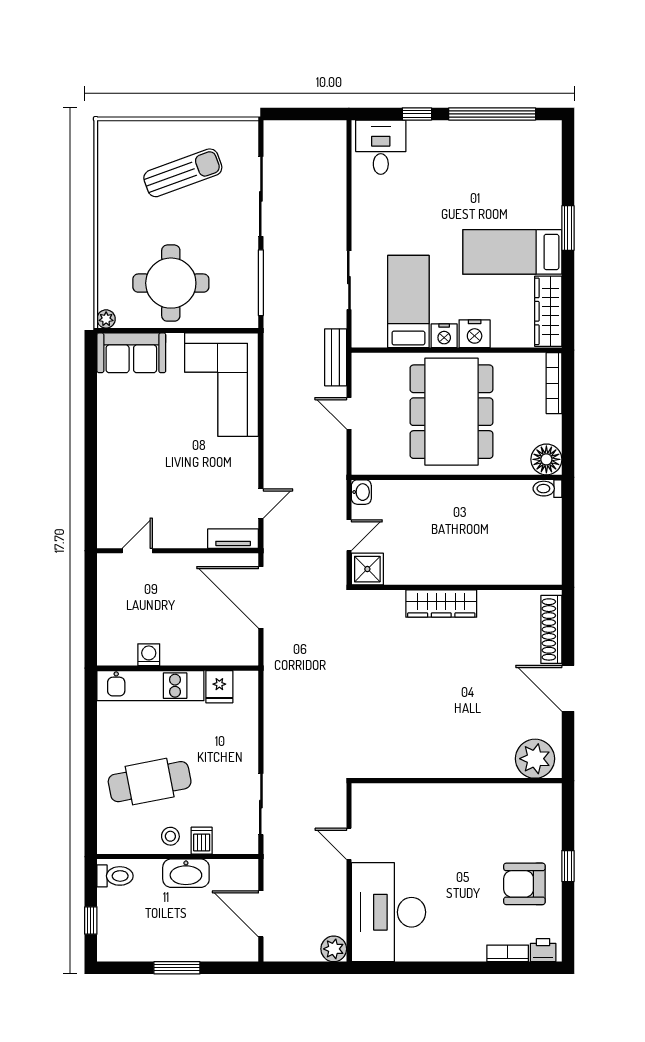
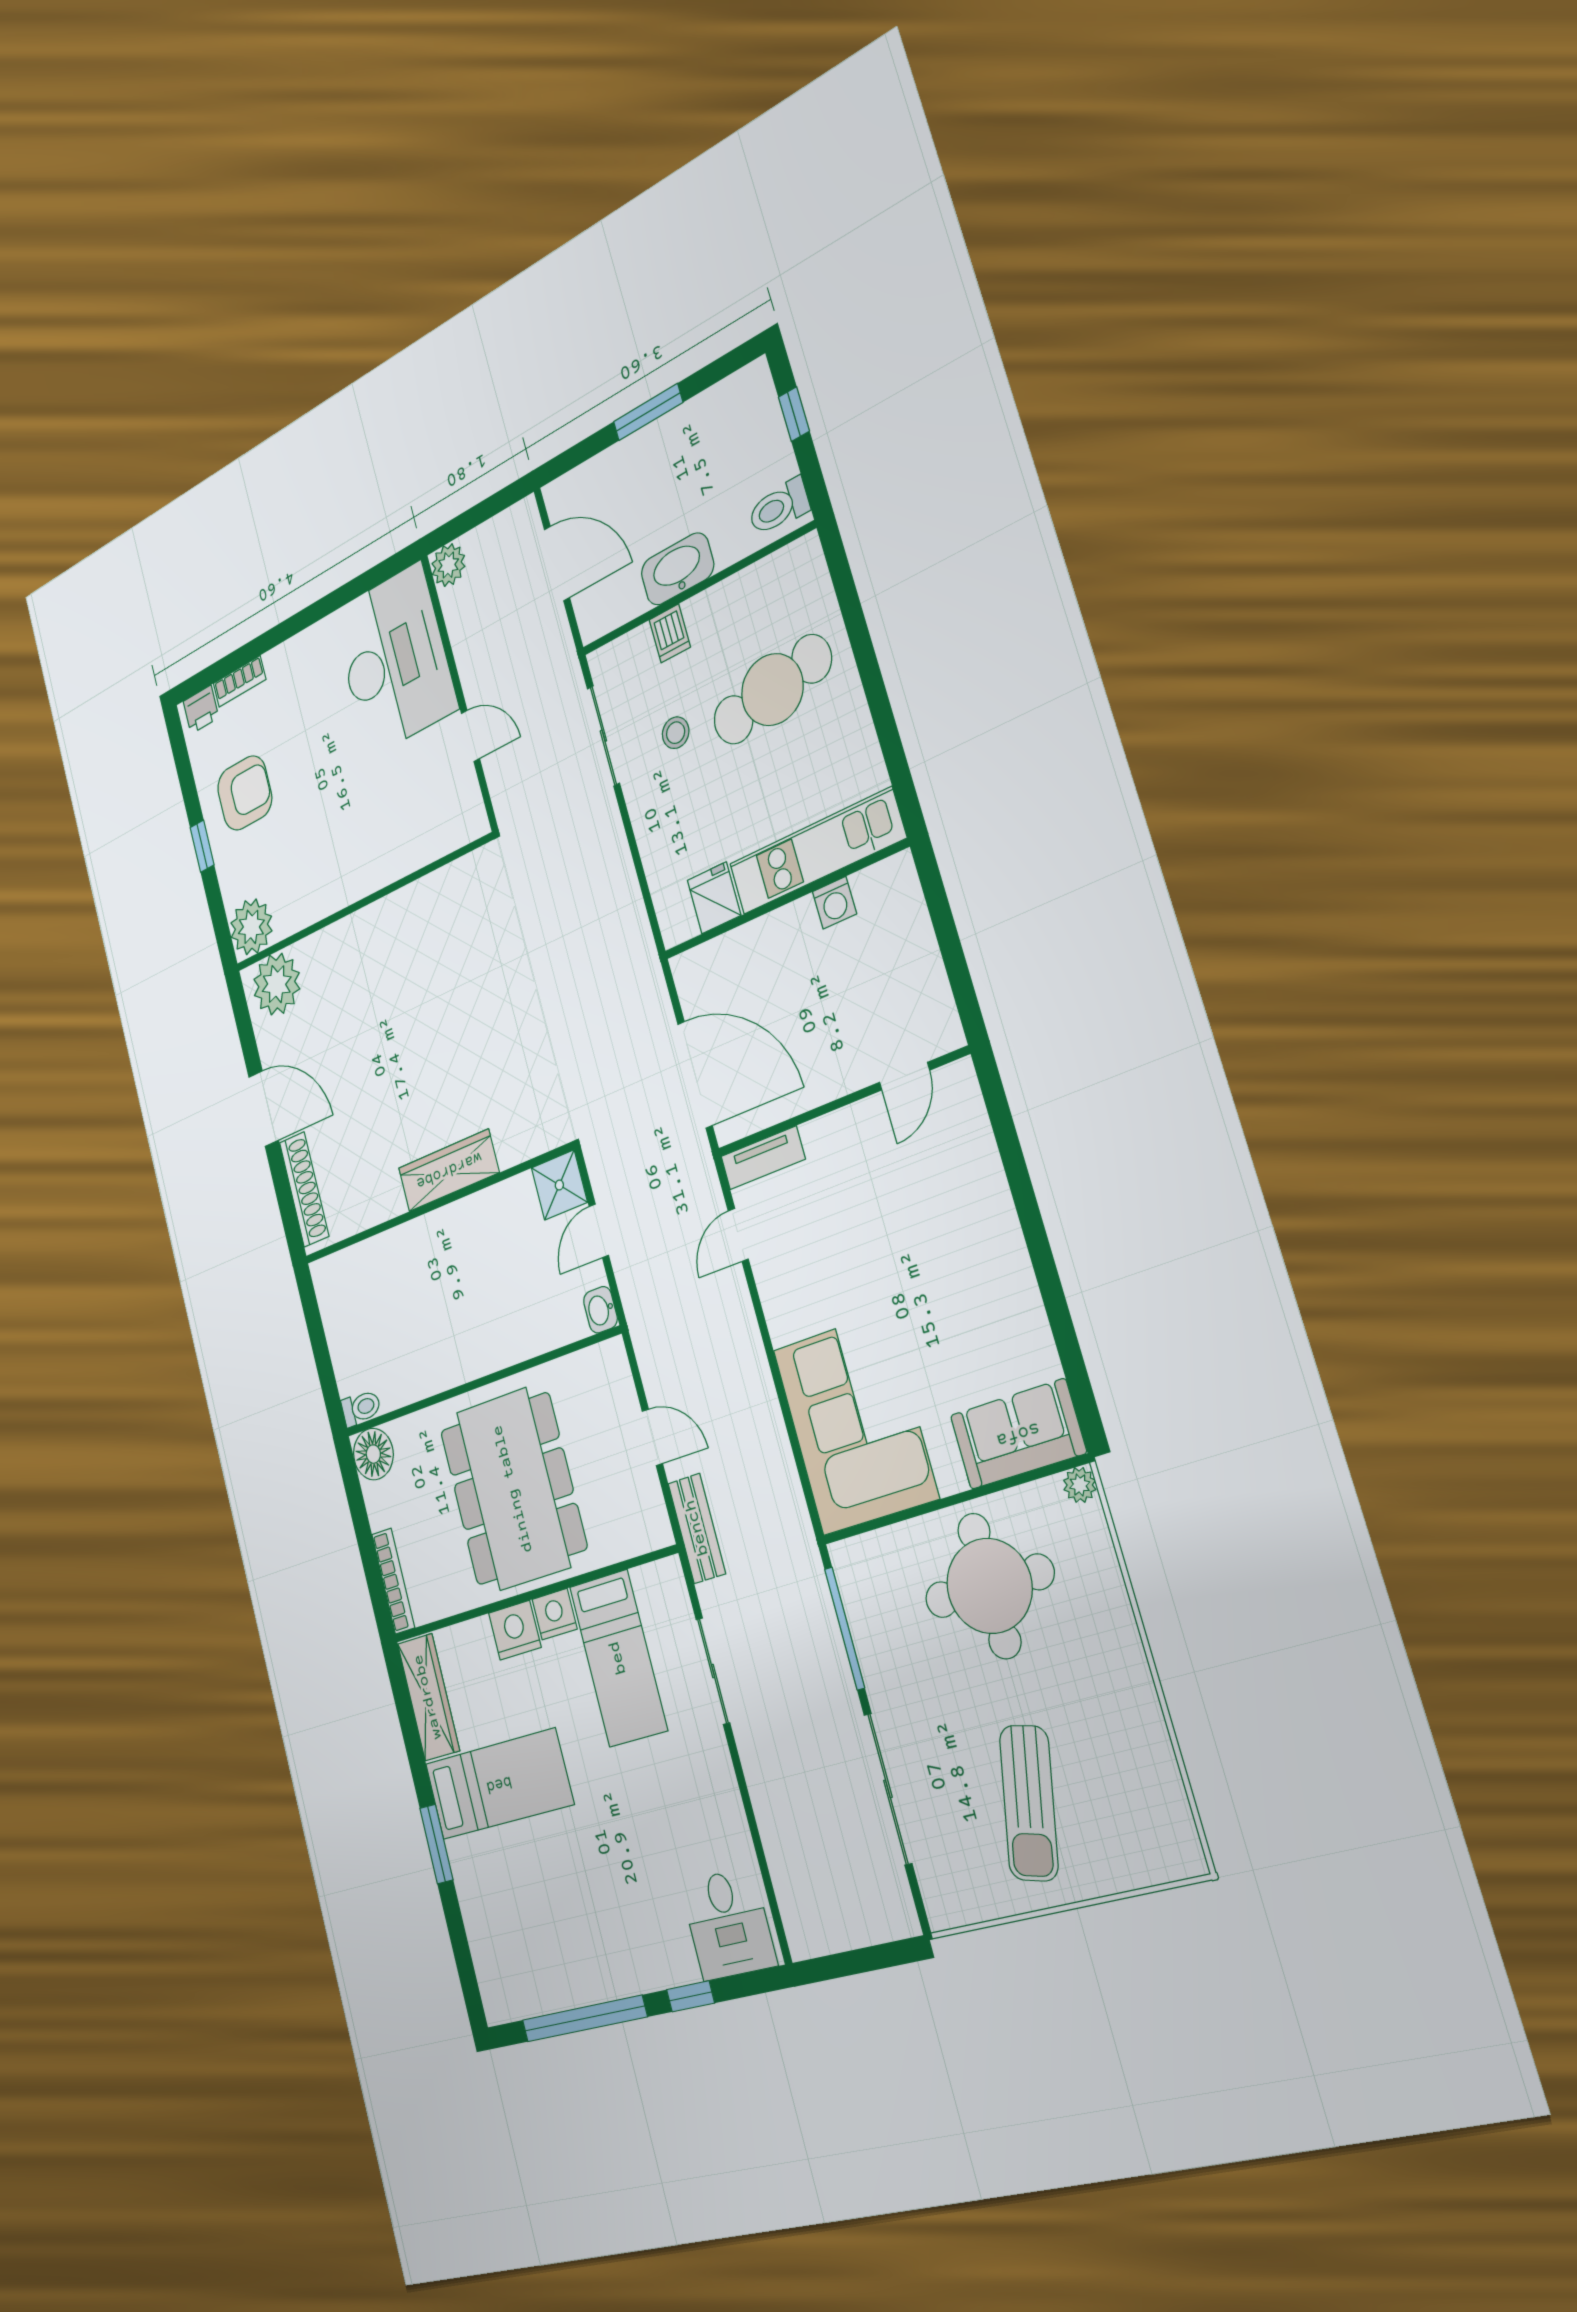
sun lounger: (183, 173) -> (1029, 1803), turned -57
plant: (544, 801) -> (251, 927), added
stool: (170, 836) -> (676, 733), moved

